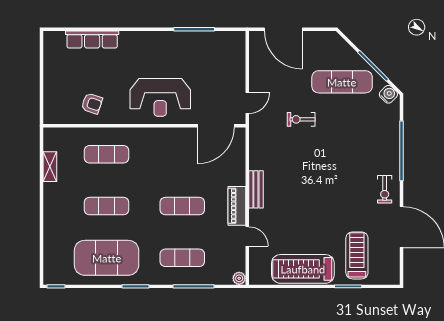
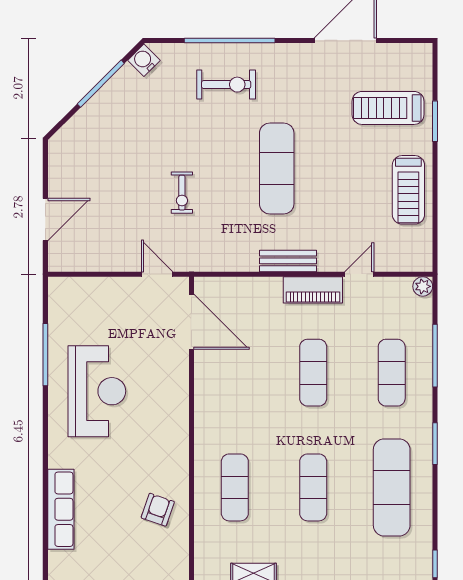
door: (283, 29) -> (45, 219), width x0.73
exercise mat: (342, 82) -> (277, 168), moved
reception desk: (160, 97) -> (97, 391), moved
exercise bike: (385, 189) -> (226, 85), moved, width x1.38, depth x1.39
exercise mat: (107, 258) -> (392, 487), width x0.68
treadmill: (303, 269) -> (408, 190), width x0.73, depth x0.73

